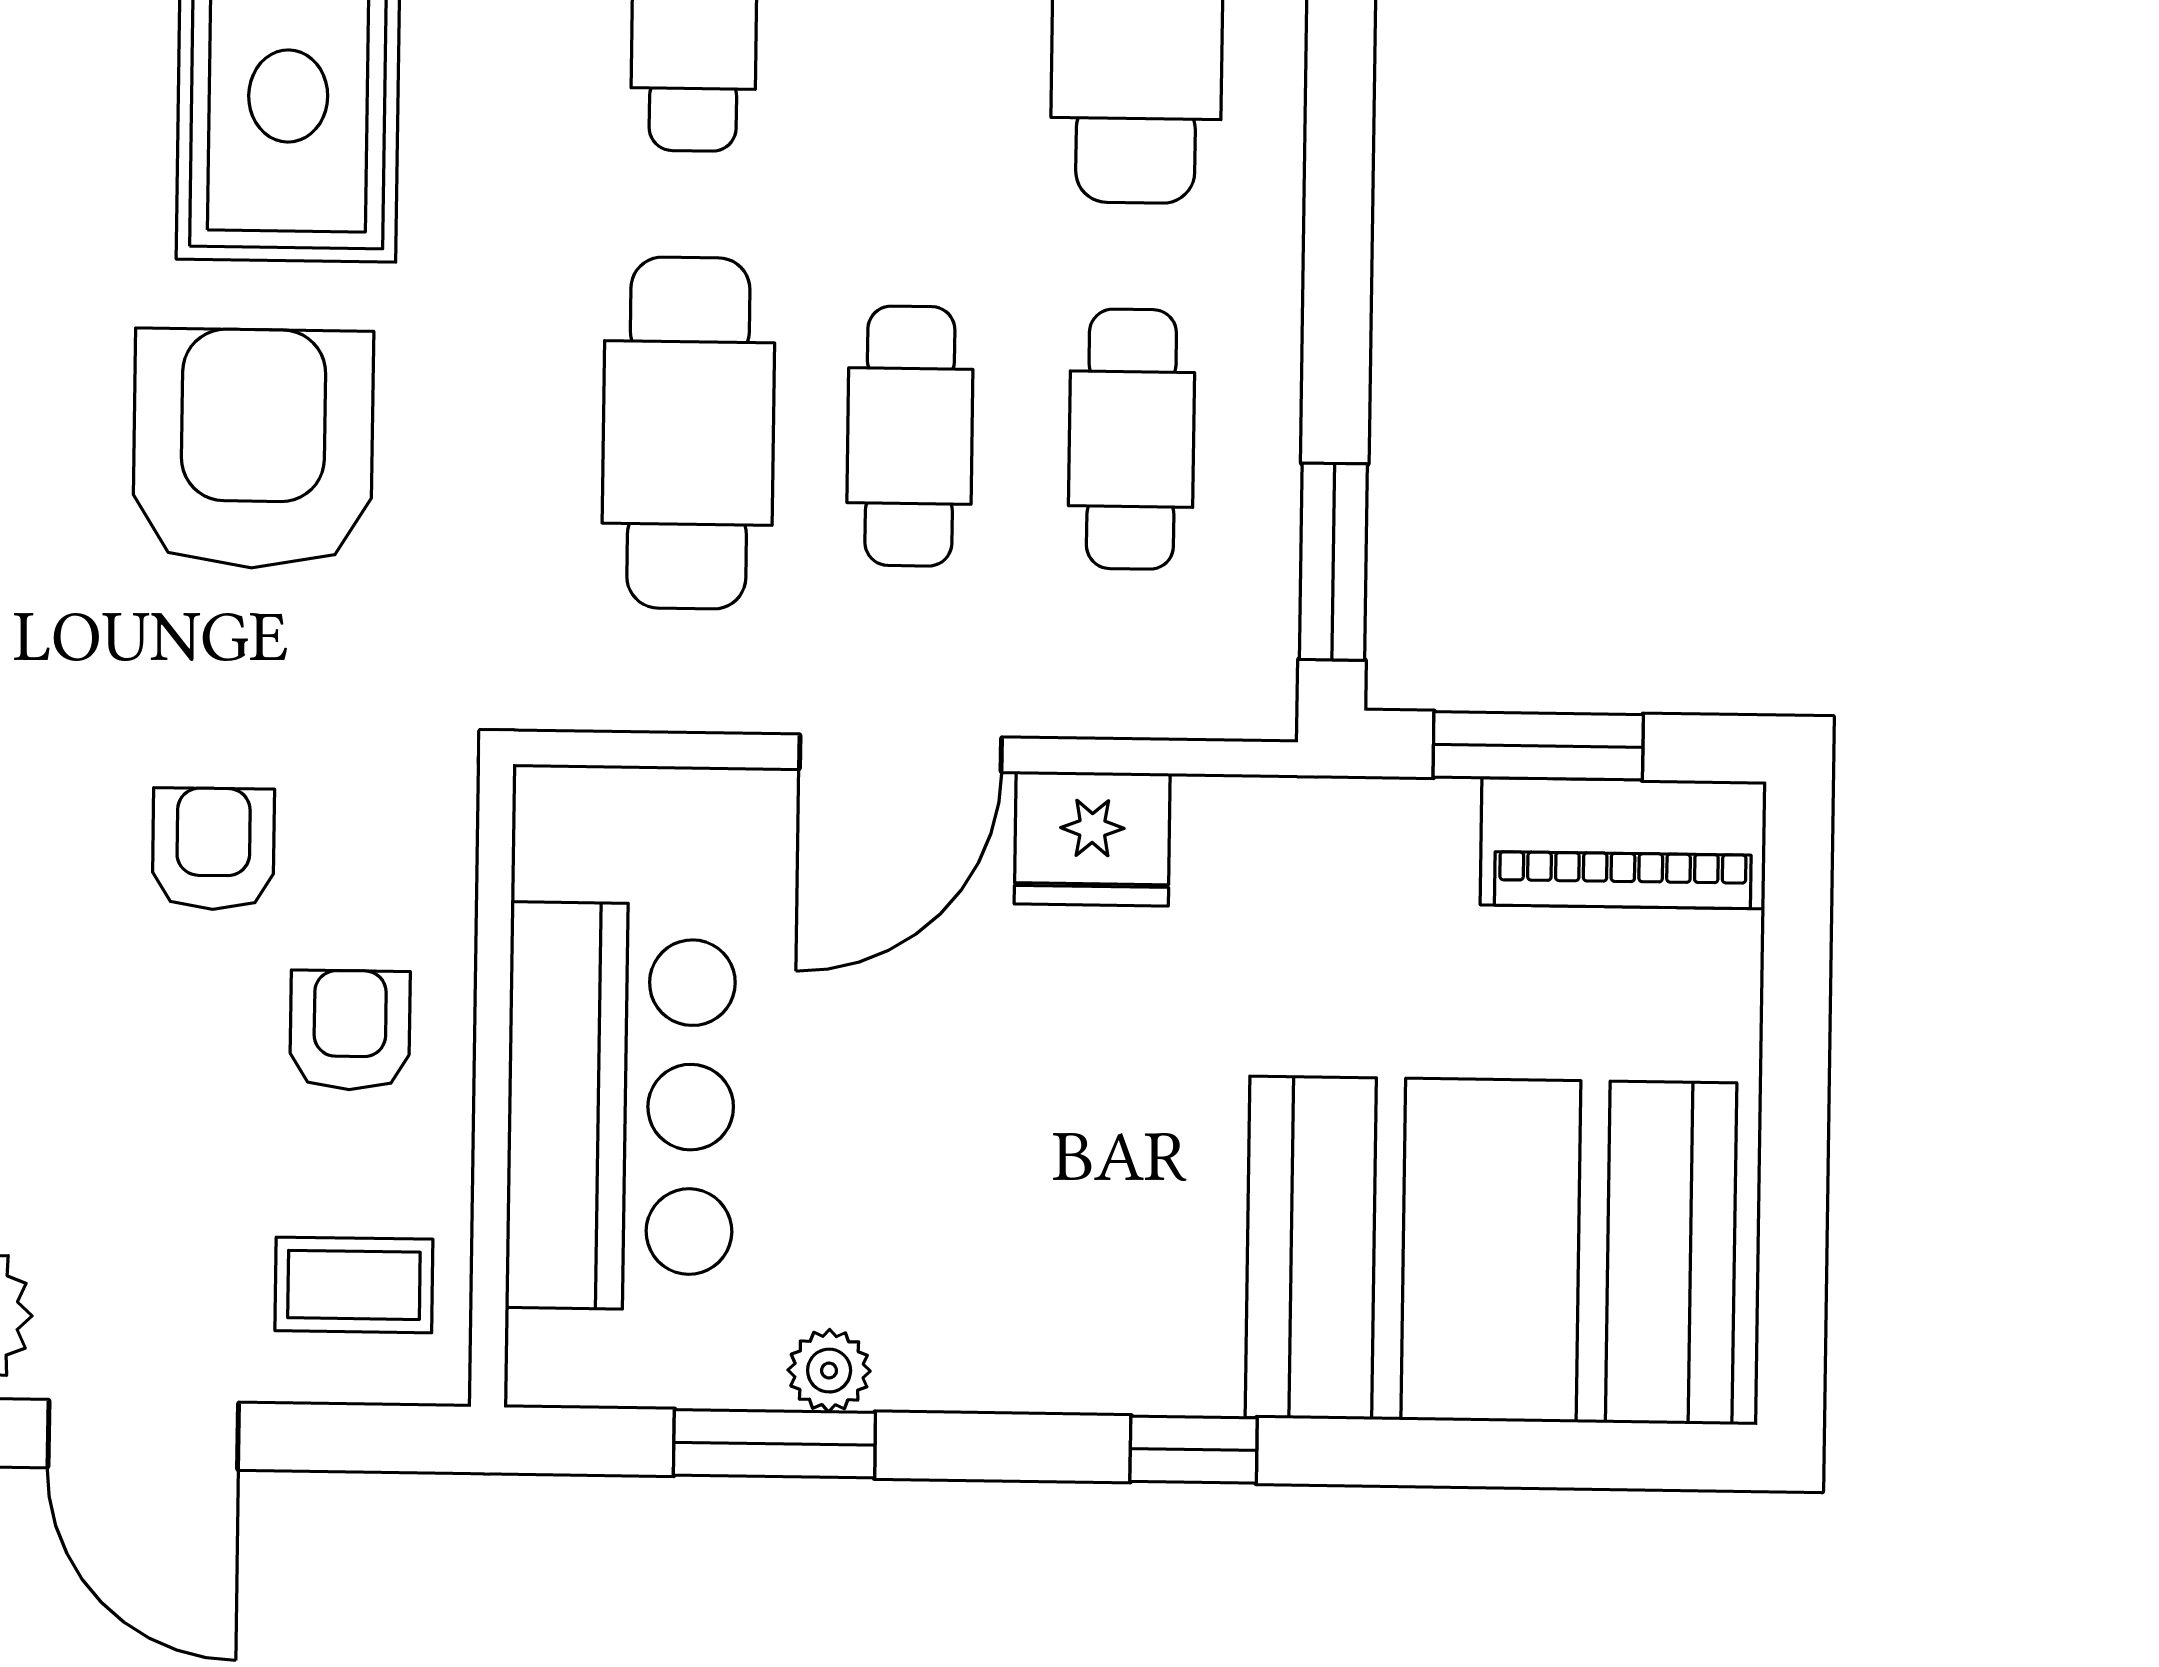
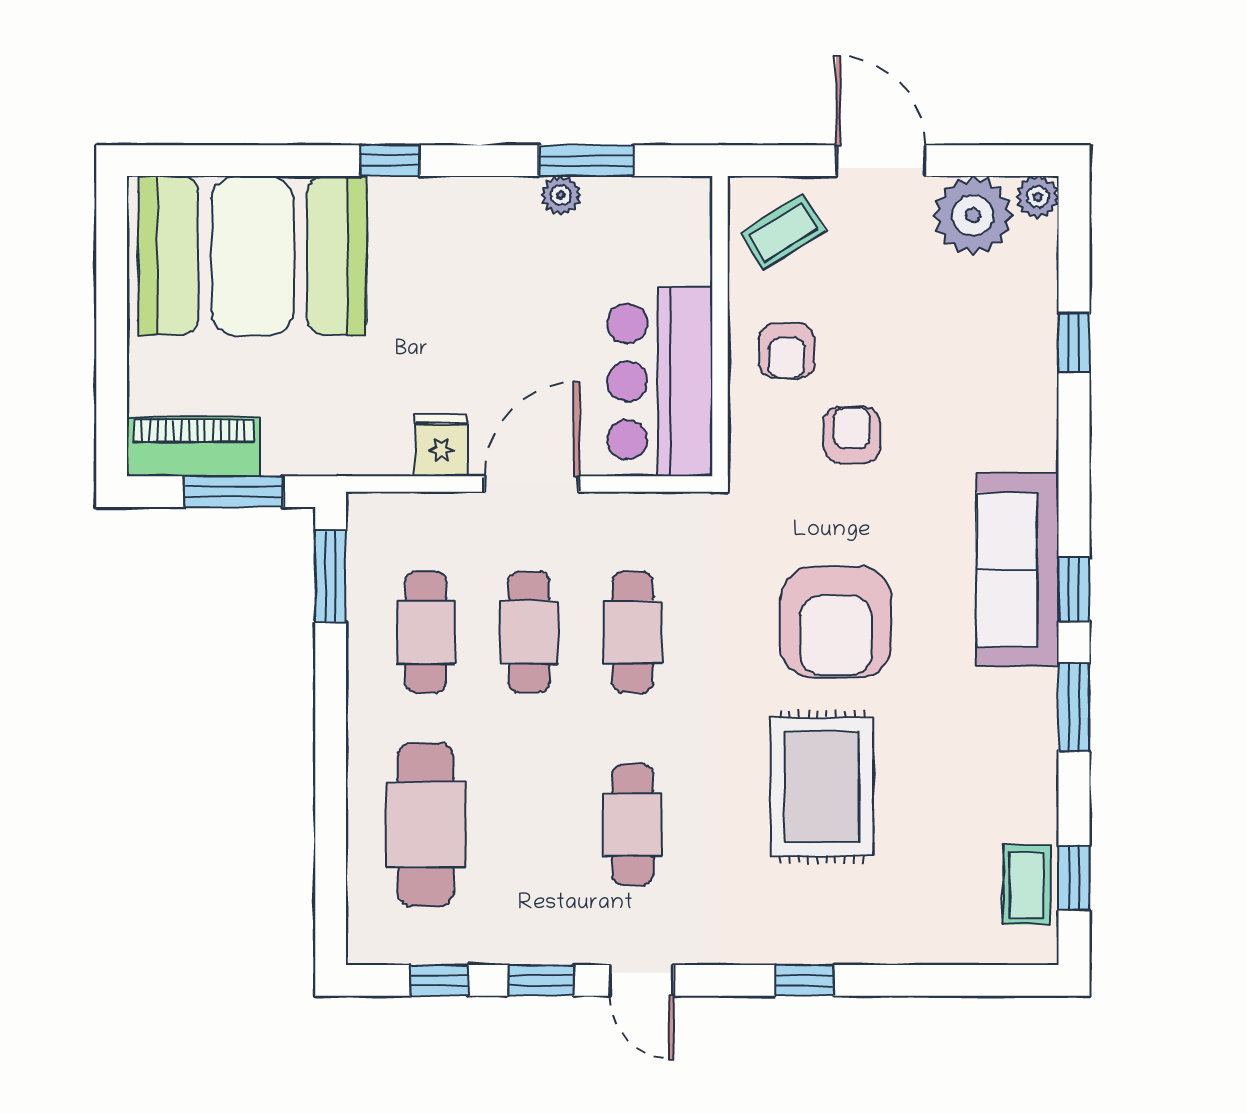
cafe table: (688, 433) -> (633, 632), width x0.73, depth x0.74
fridge: (1092, 839) -> (441, 445), width x0.72
armchair: (213, 849) -> (852, 435), turned 180
bar counter: (621, 1106) -> (660, 382), moved
coffee table: (354, 1285) -> (783, 232), turned -32

